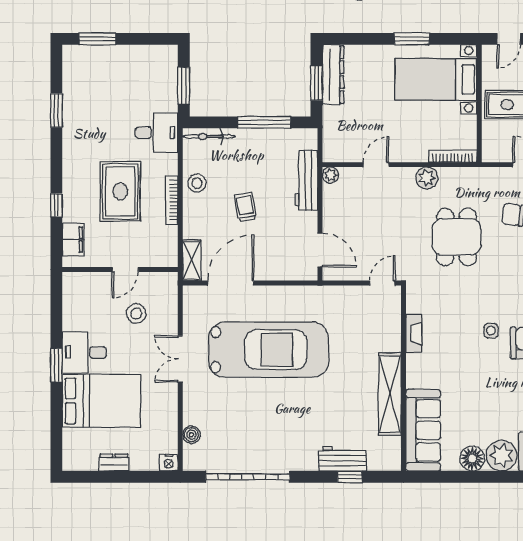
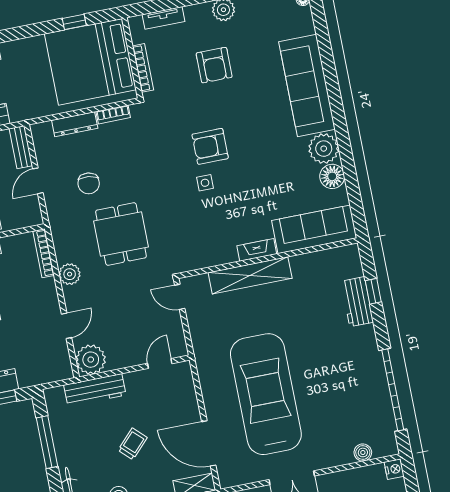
door: (376, 165) -> (66, 326), swing flipped
plant: (330, 175) -> (91, 360), width x1.88, depth x1.88
trolley: (245, 207) -> (133, 444), turned 144
dining table: (457, 237) -> (121, 234), turned 90
door: (320, 250) -> (160, 363), width x0.73
fireplace: (414, 334) -> (257, 250), moved
shelving: (390, 394) -> (250, 275), moved

